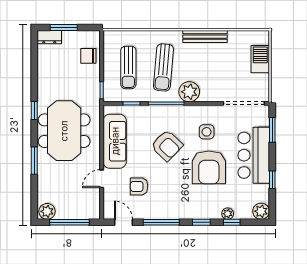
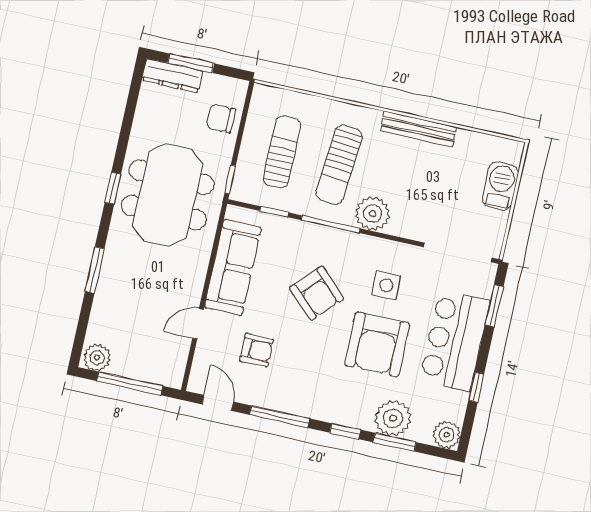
dresser: (49, 37) -> (172, 76), width x1.44
sun lounger: (128, 67) -> (282, 152), turned 180
meeting table: (64, 131) -> (168, 195), moved
armchair: (139, 186) -> (256, 350), turned 180
plant: (228, 214) -> (393, 418), width x1.88, depth x1.88
window: (232, 222) -> (395, 442), width x1.50

